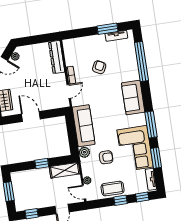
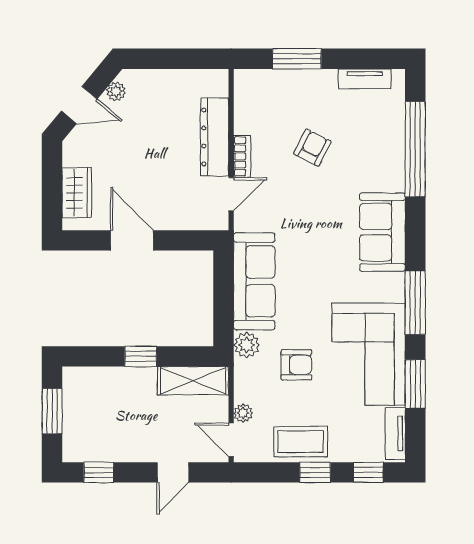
window: (107, 29) -> (297, 59), moved
dresser: (57, 57) -> (215, 137), moved

